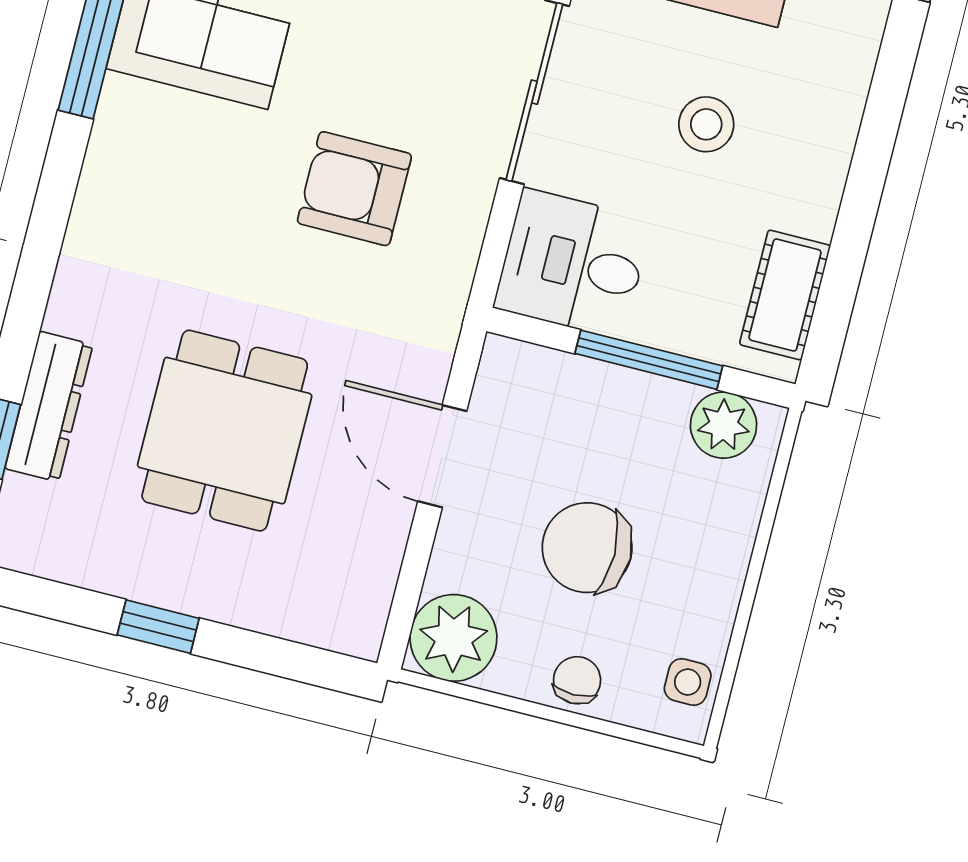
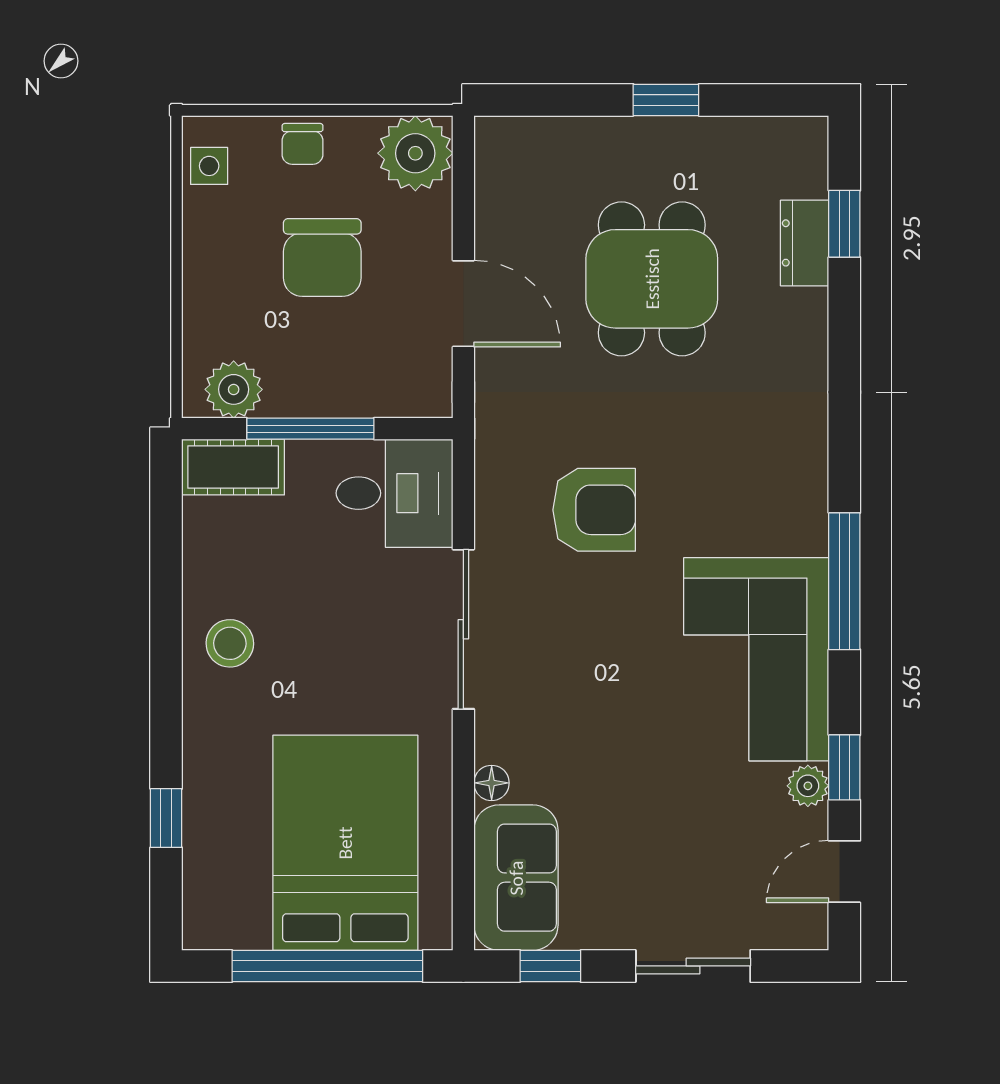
stool: (706, 124) -> (230, 643), moved
cot: (785, 295) -> (233, 467), moved, turned 90
dresser: (49, 407) -> (805, 243), width x0.70
chair: (587, 548) -> (322, 258), turned 90

